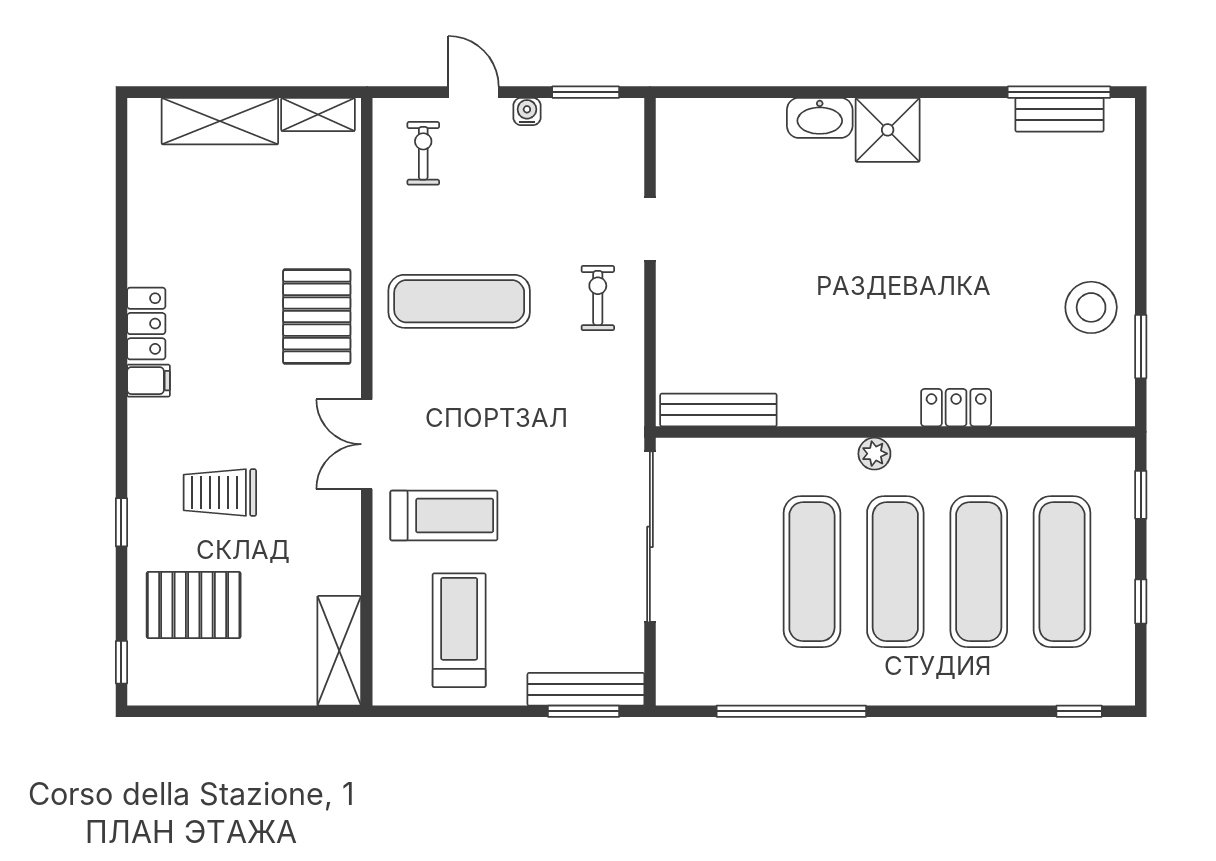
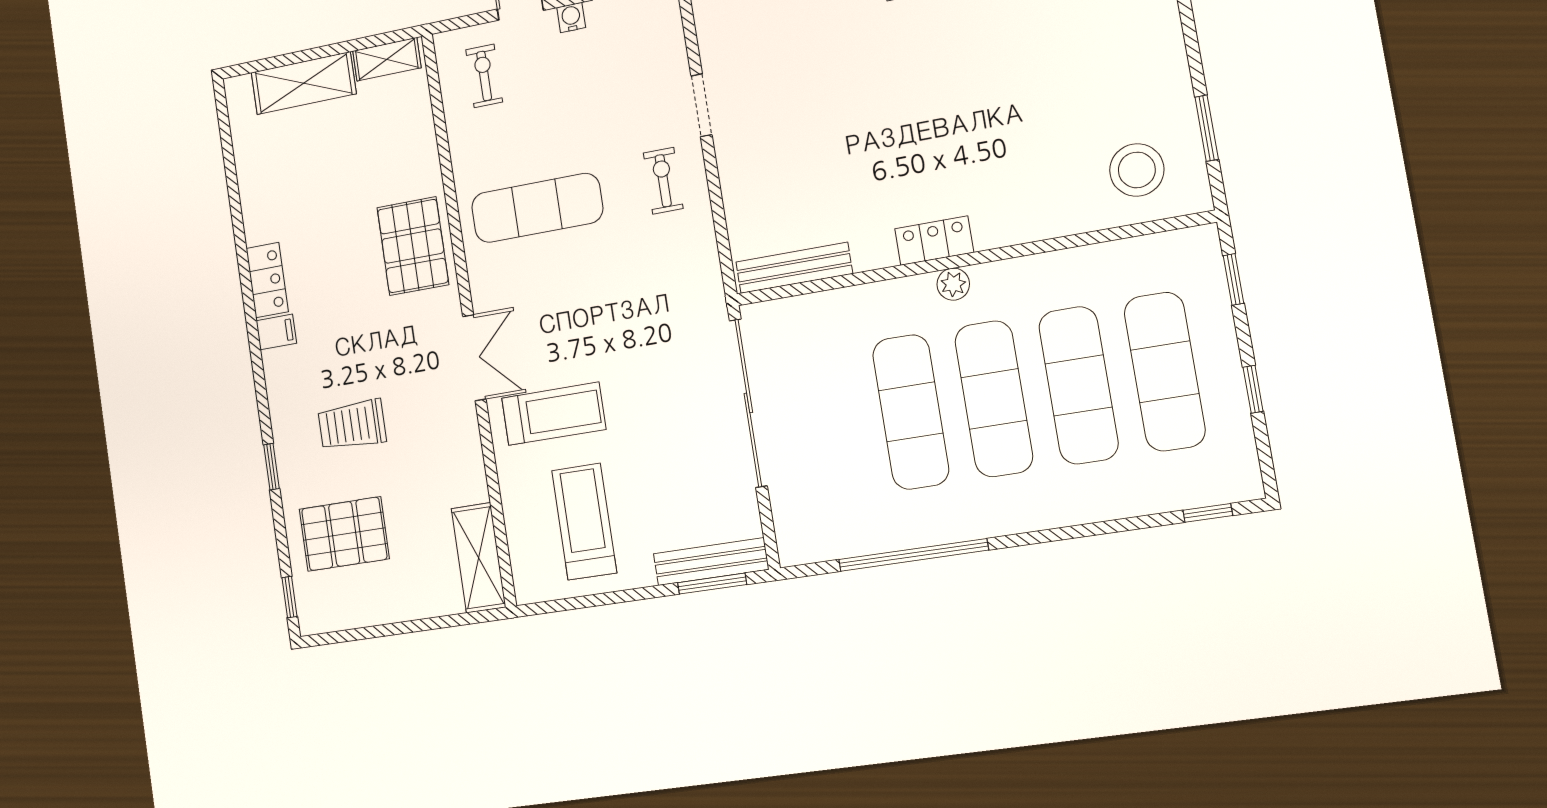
stool: (1091, 307) -> (1137, 170), moved
locker: (956, 408) -> (934, 241), moved
double door: (367, 444) -> (474, 358), swing flipped

